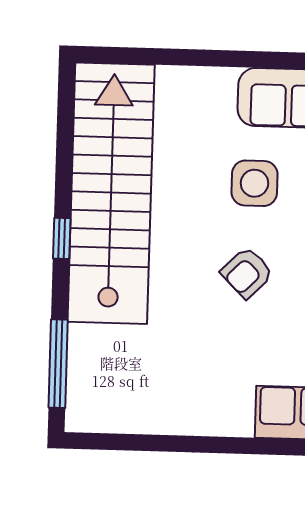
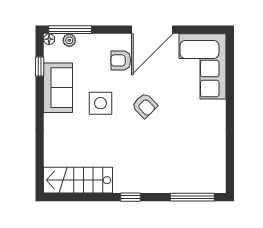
stairs: (111, 193) -> (78, 180), width x0.54, depth x0.66

